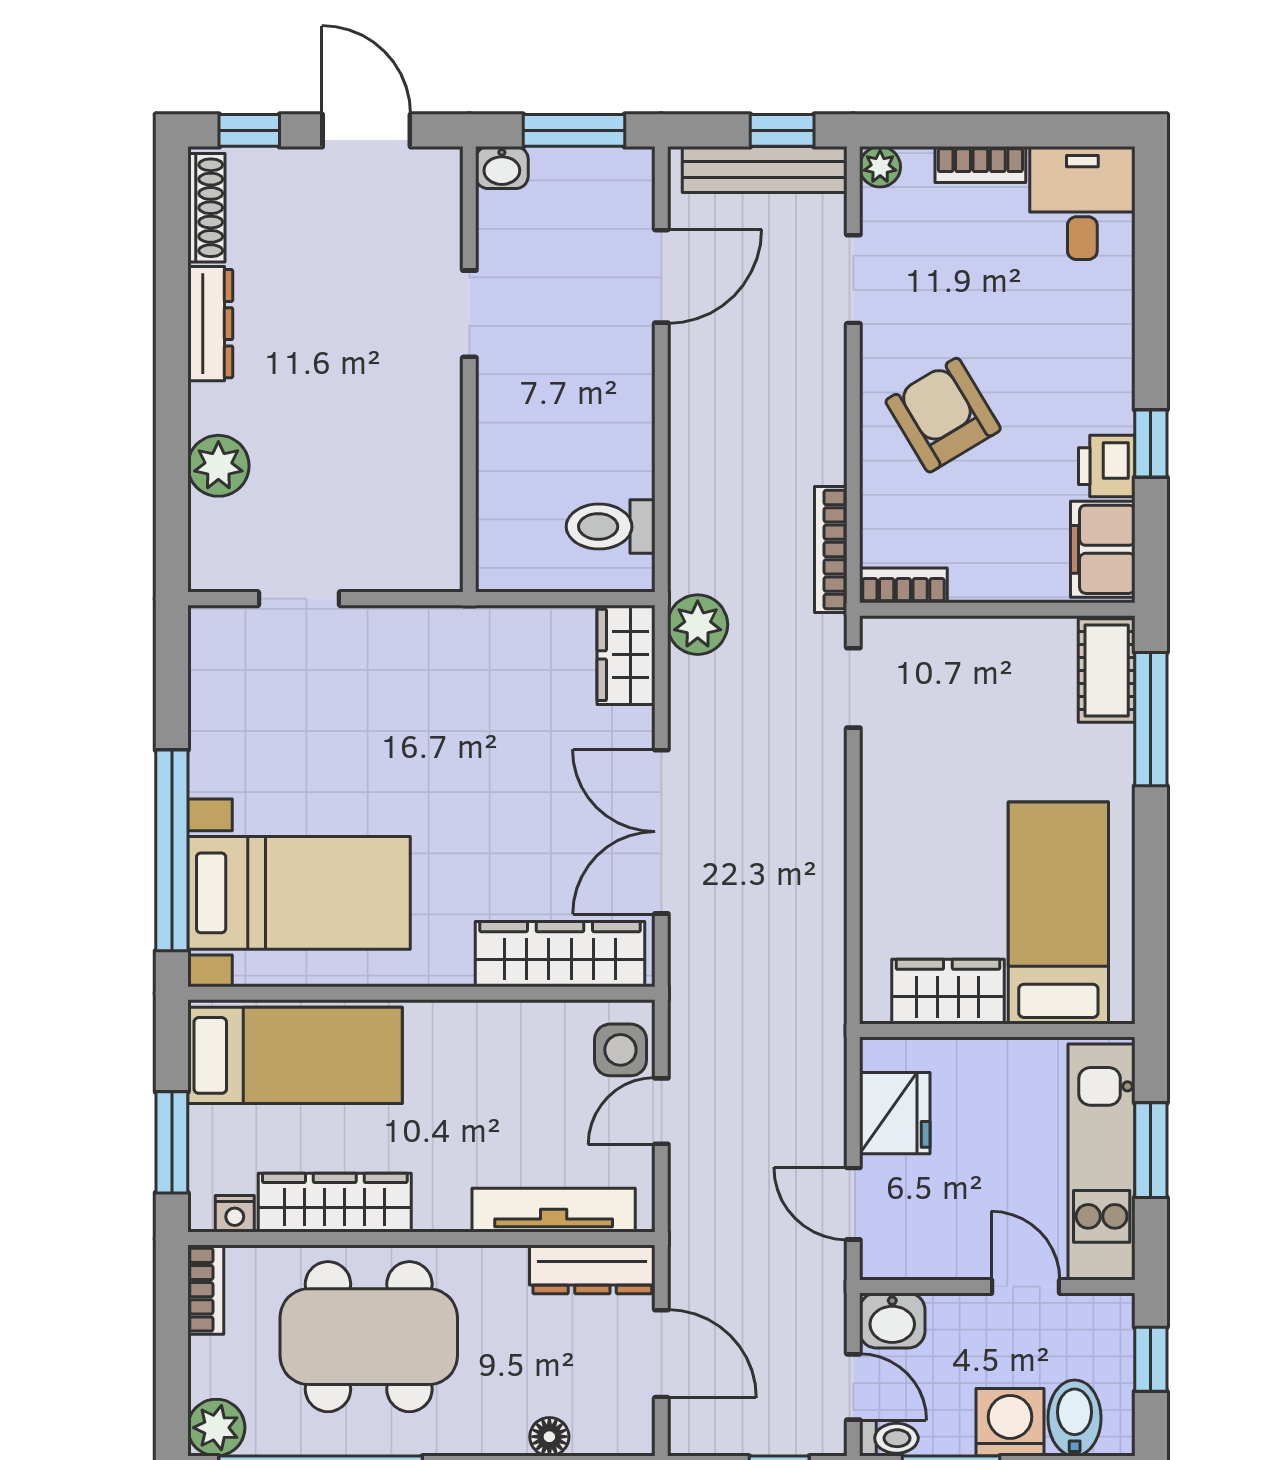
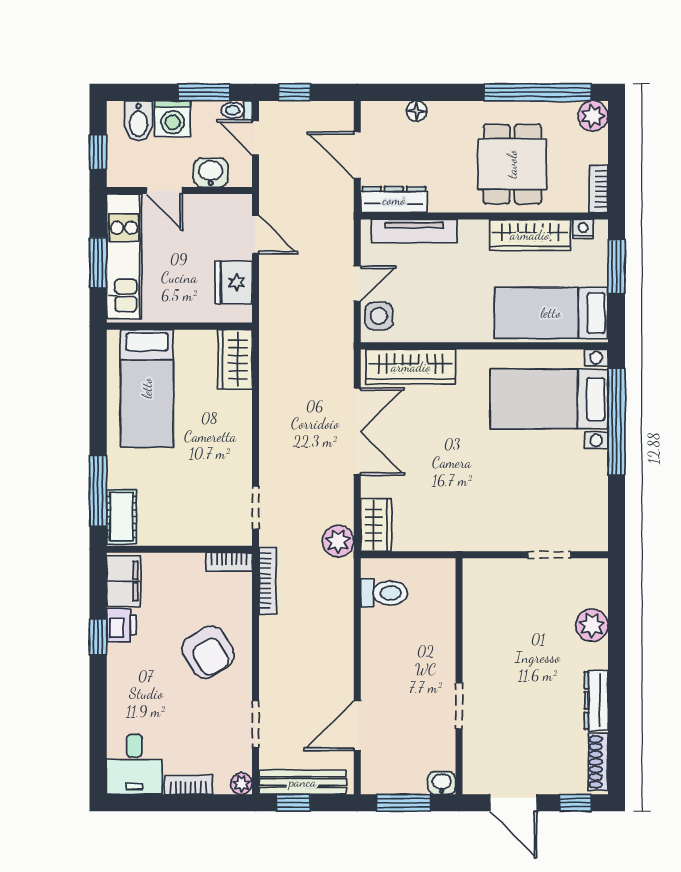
wardrobe: (948, 992) -> (235, 359), moved, turned 90
washbasin: (892, 1321) -> (211, 173), moved
dining table: (369, 1337) -> (512, 164), width x0.73

